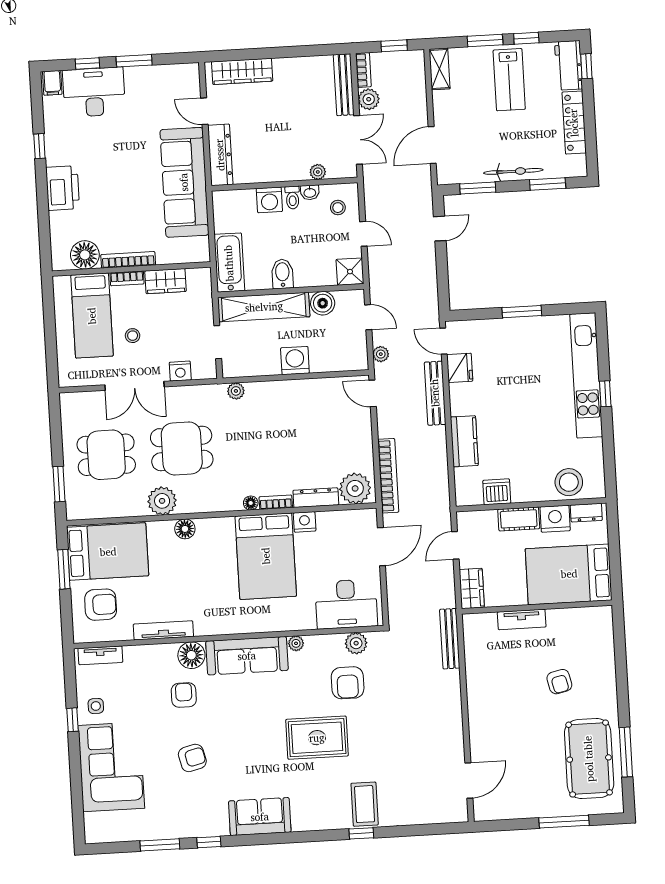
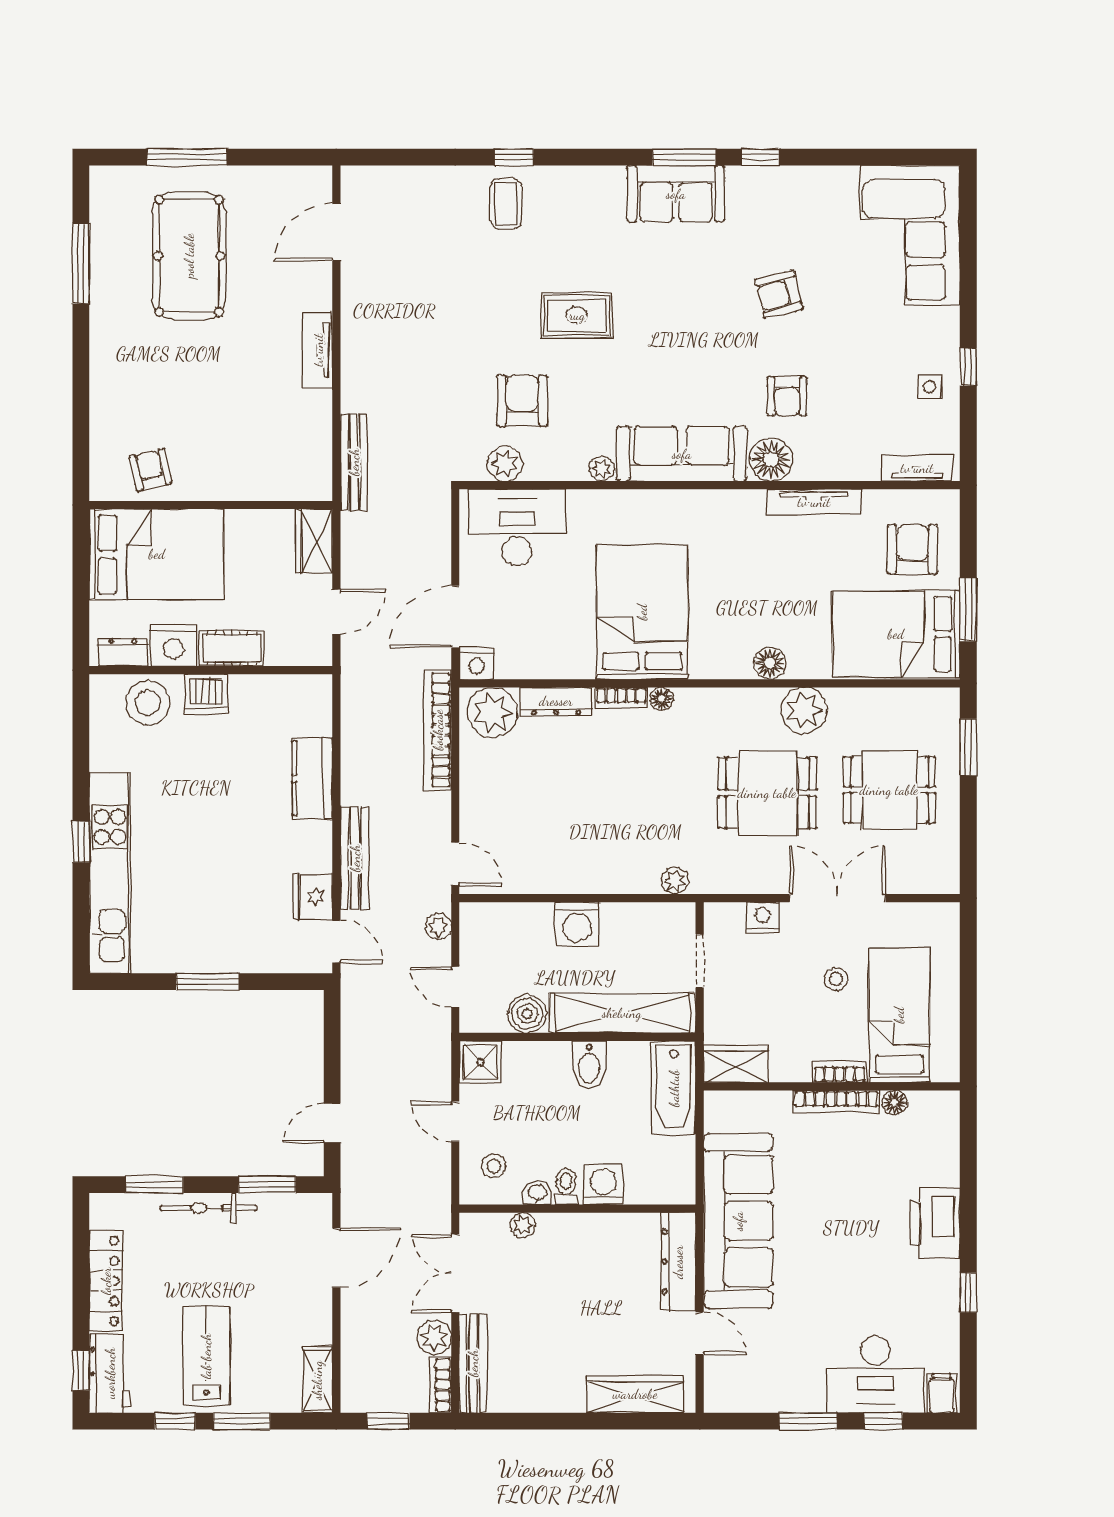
floor lamp: (85, 255) -> (894, 1103), width x0.53, depth x0.53
wardrobe: (166, 281) -> (736, 1064), moved
dishwasher: (497, 492) -> (206, 694), moved
nightstand: (305, 522) -> (476, 663), moved
armchair: (101, 605) -> (912, 549), turned 90
tv unit: (522, 619) -> (318, 350), moved, turned -90
armchair: (559, 682) -> (151, 470), moved
rug: (317, 738) -> (577, 315), width x0.73, depth x0.70
pool table: (589, 759) -> (189, 256), moved
corner sofa: (111, 767) -> (910, 235), moved
coffee table: (365, 804) -> (506, 204), width x0.73, depth x0.77
window: (160, 845) -> (684, 157), moved

